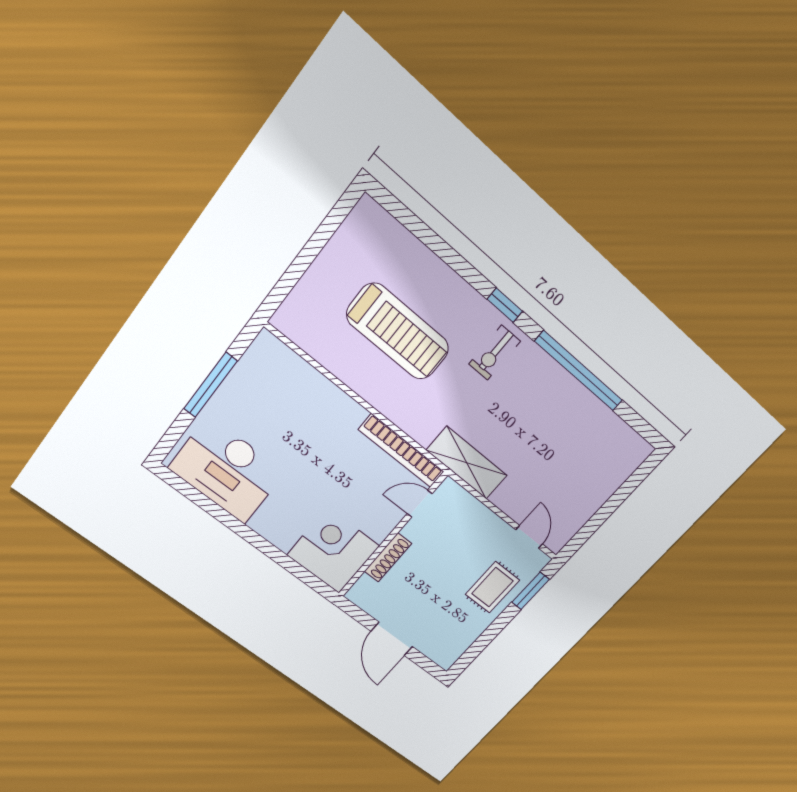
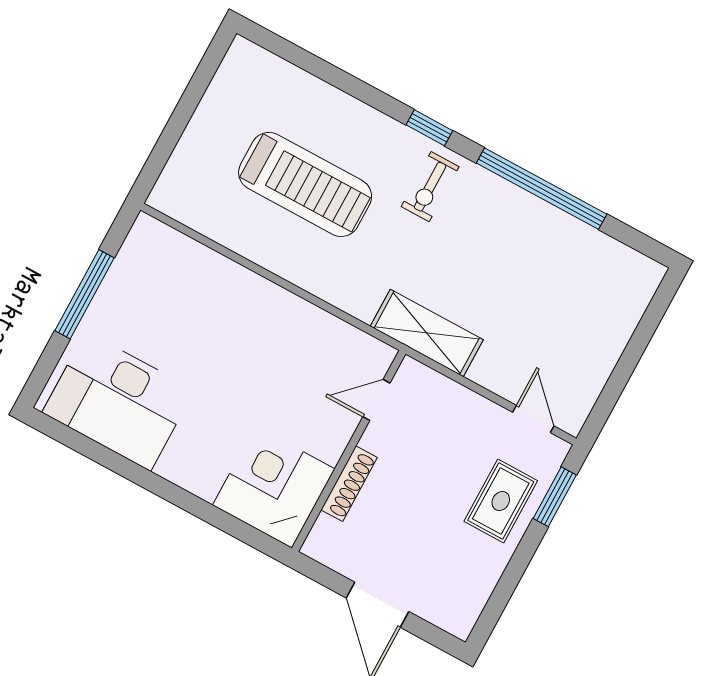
bookcase: (401, 451) -> (339, 333), removed

